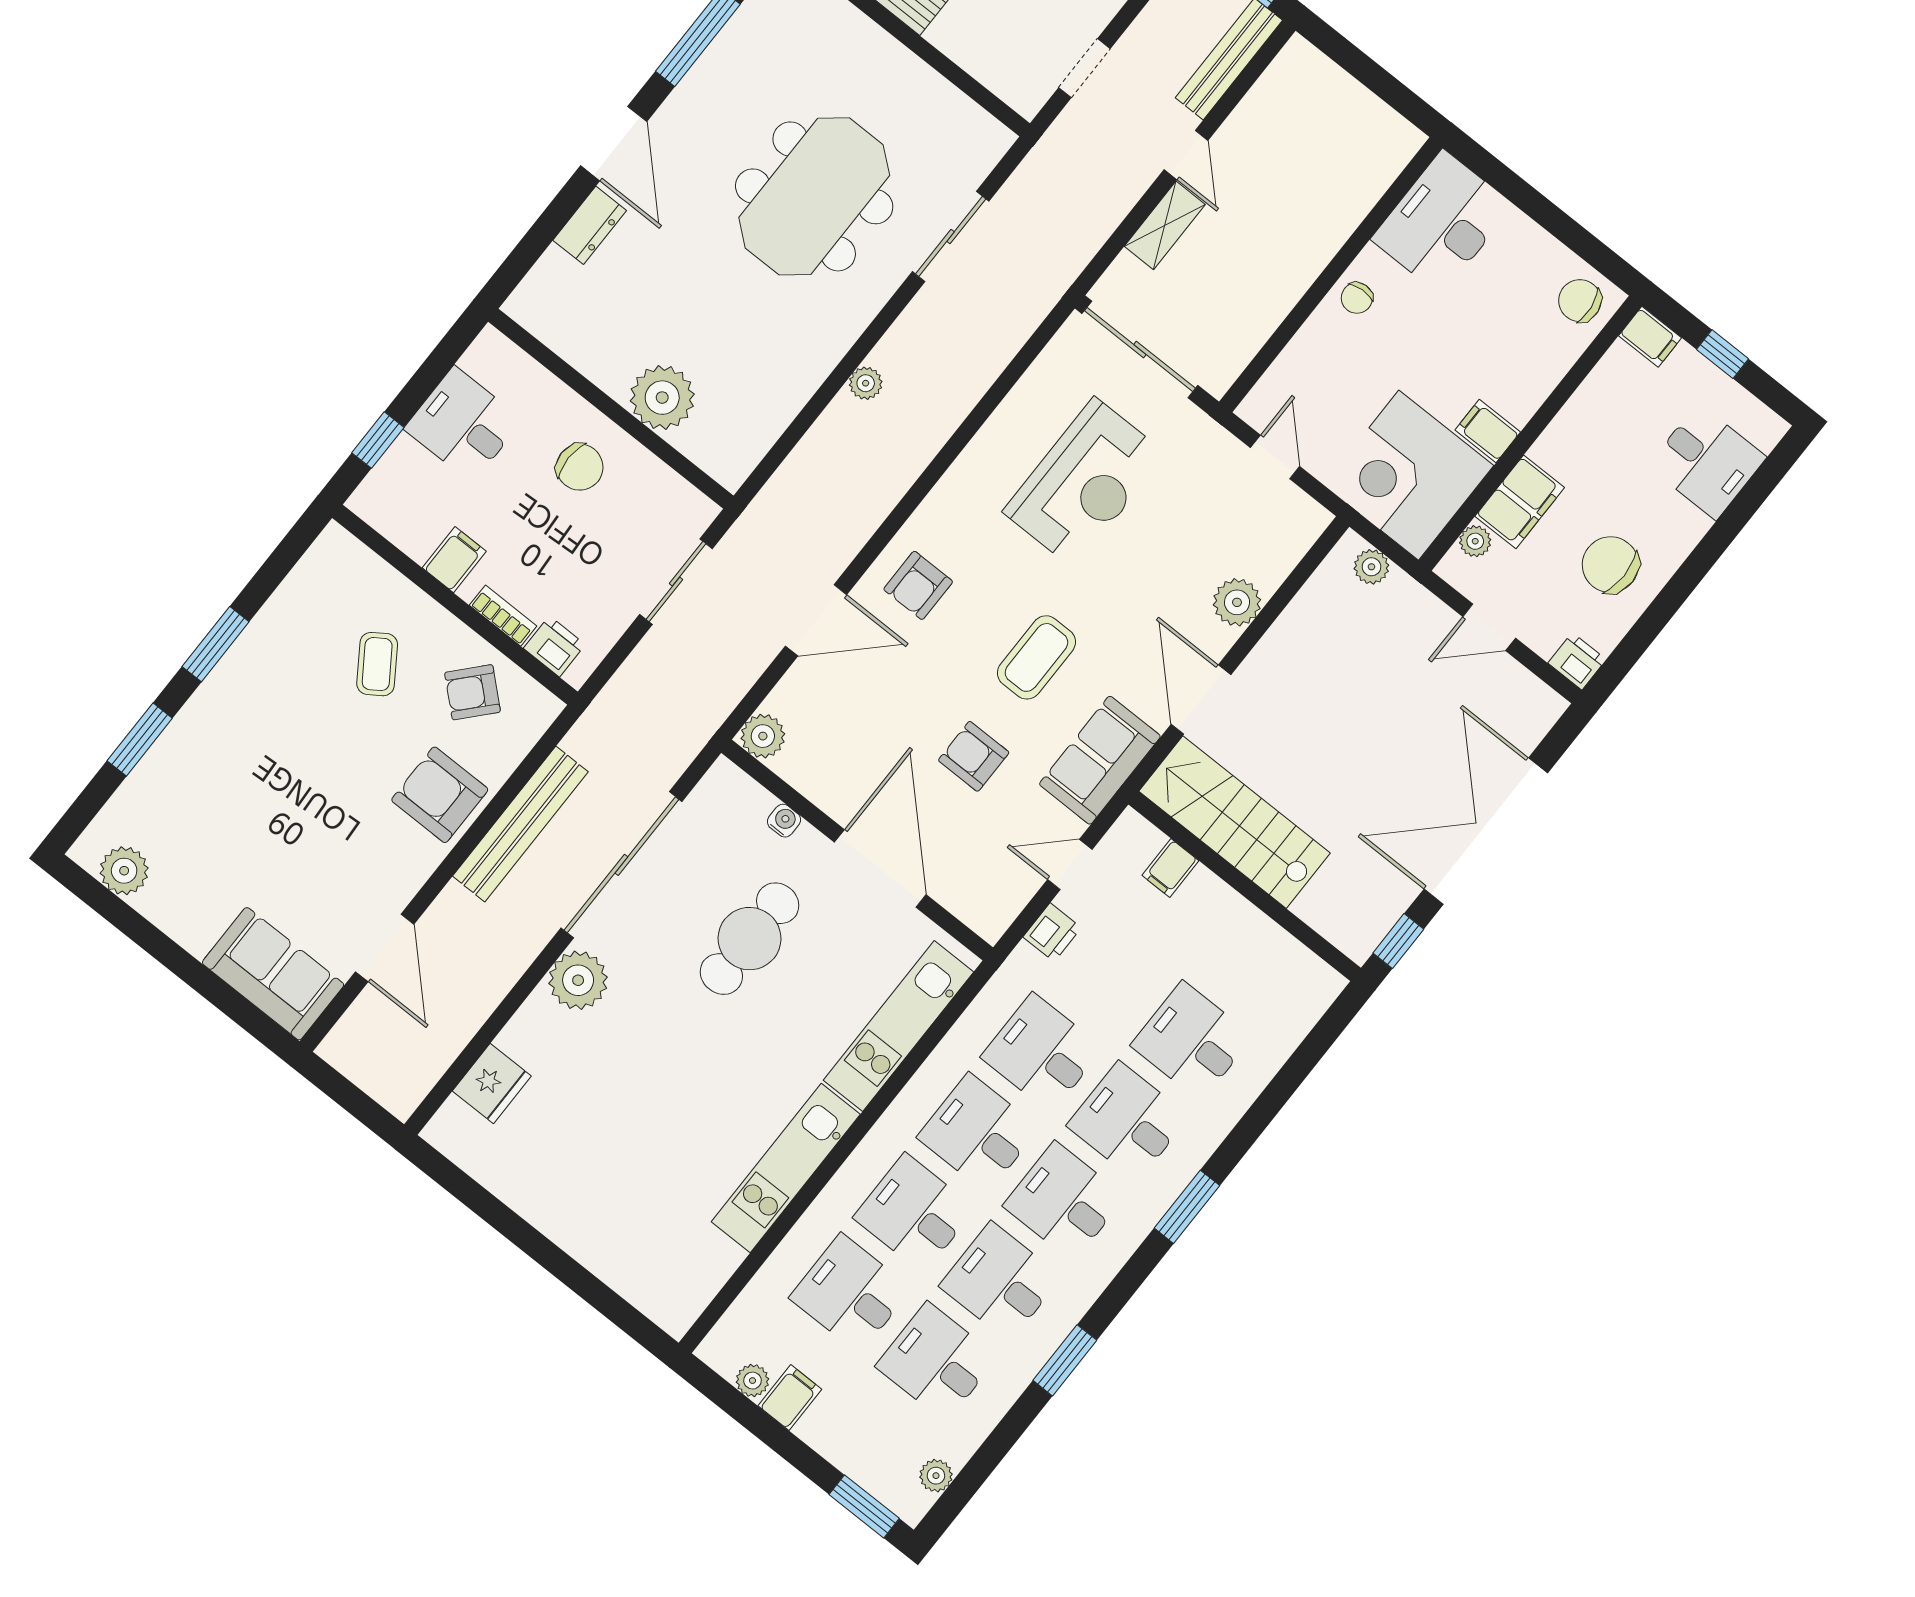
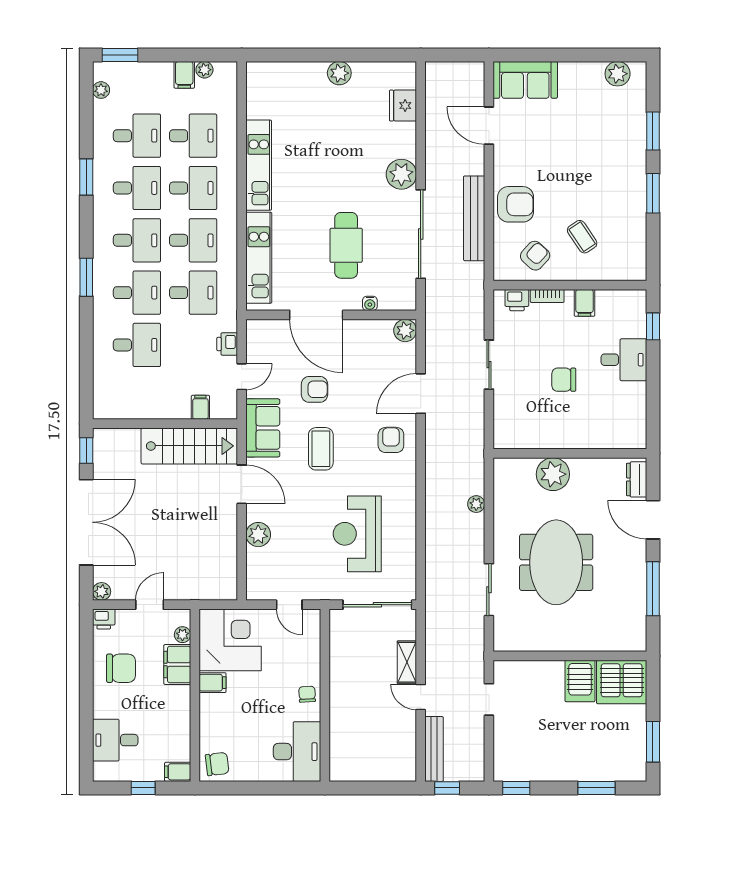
plant: (662, 398) -> (553, 474), moved
wall: (611, 409) -> (570, 453), moved
plant: (1371, 567) -> (102, 591), moved
plant: (550, 1211) -> (339, 73), added

